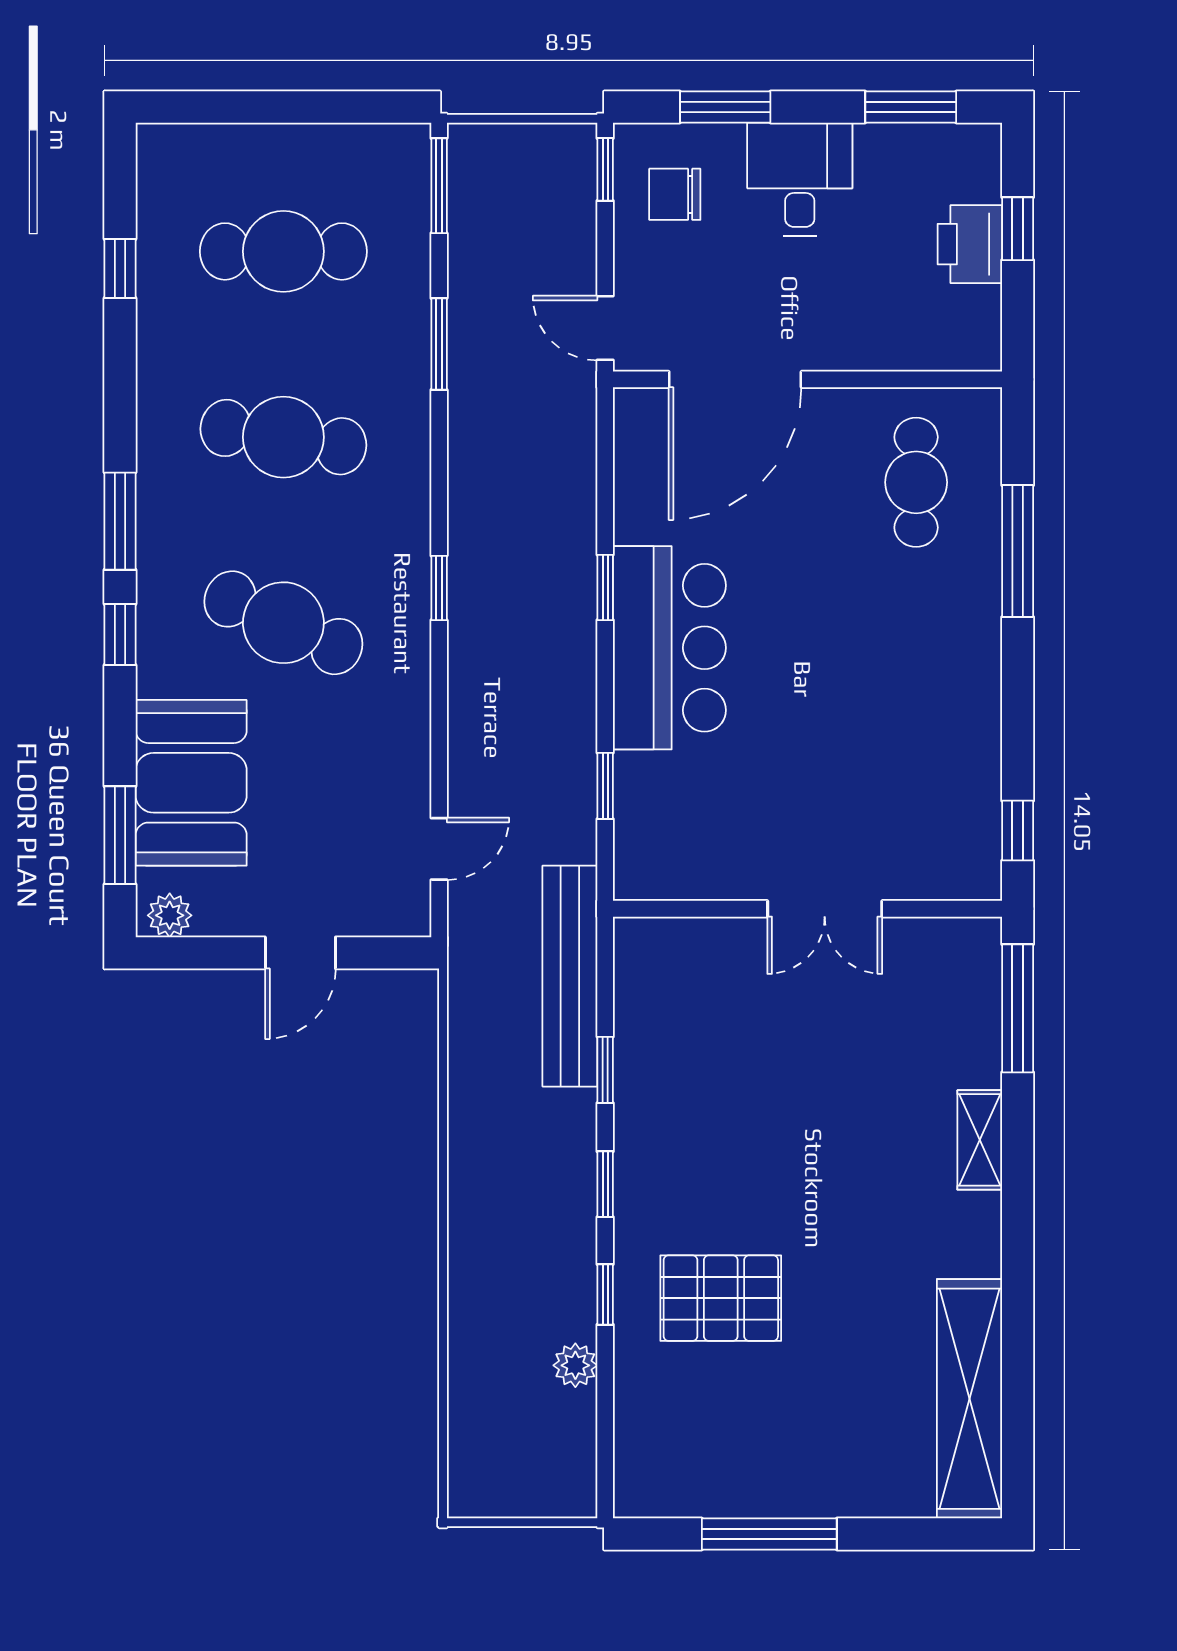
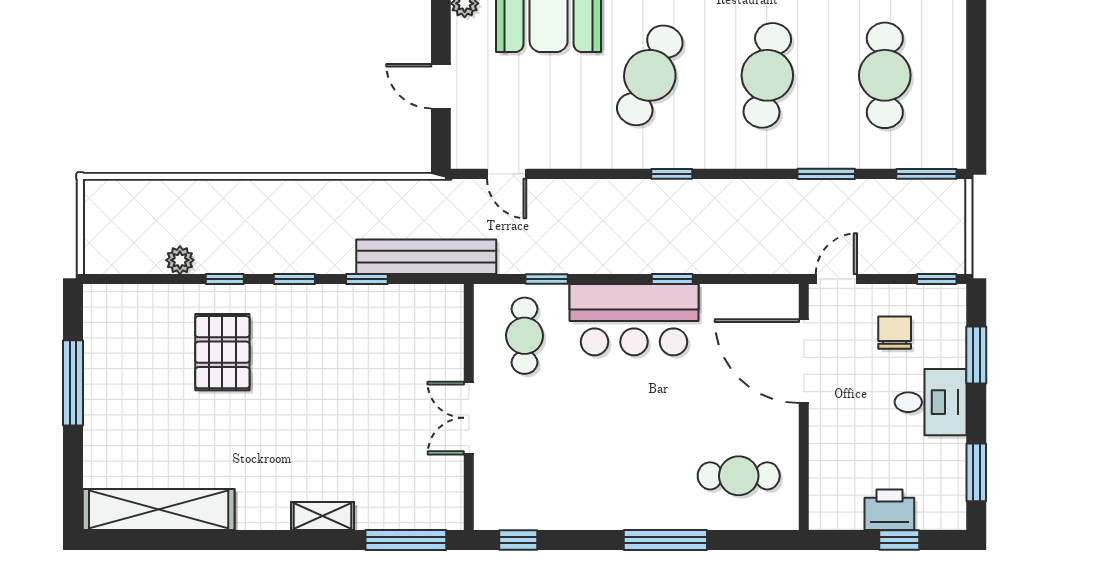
chair: (675, 194) -> (895, 333), moved
window: (1018, 551) -> (665, 540), moved
cafe table: (695, 821) -> (525, 336), added

